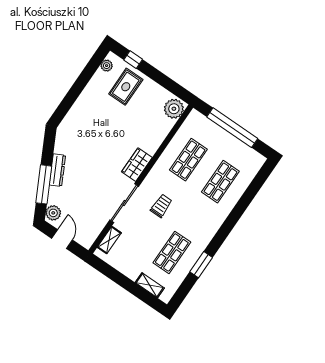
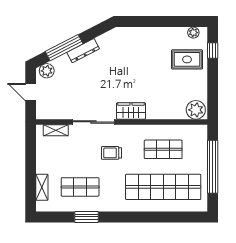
shop shelf: (220, 182) -> (163, 187), width x2.00, depth x1.36
trolley: (161, 206) -> (111, 153), turned 180
door: (62, 239) -> (31, 92), swing flipped

